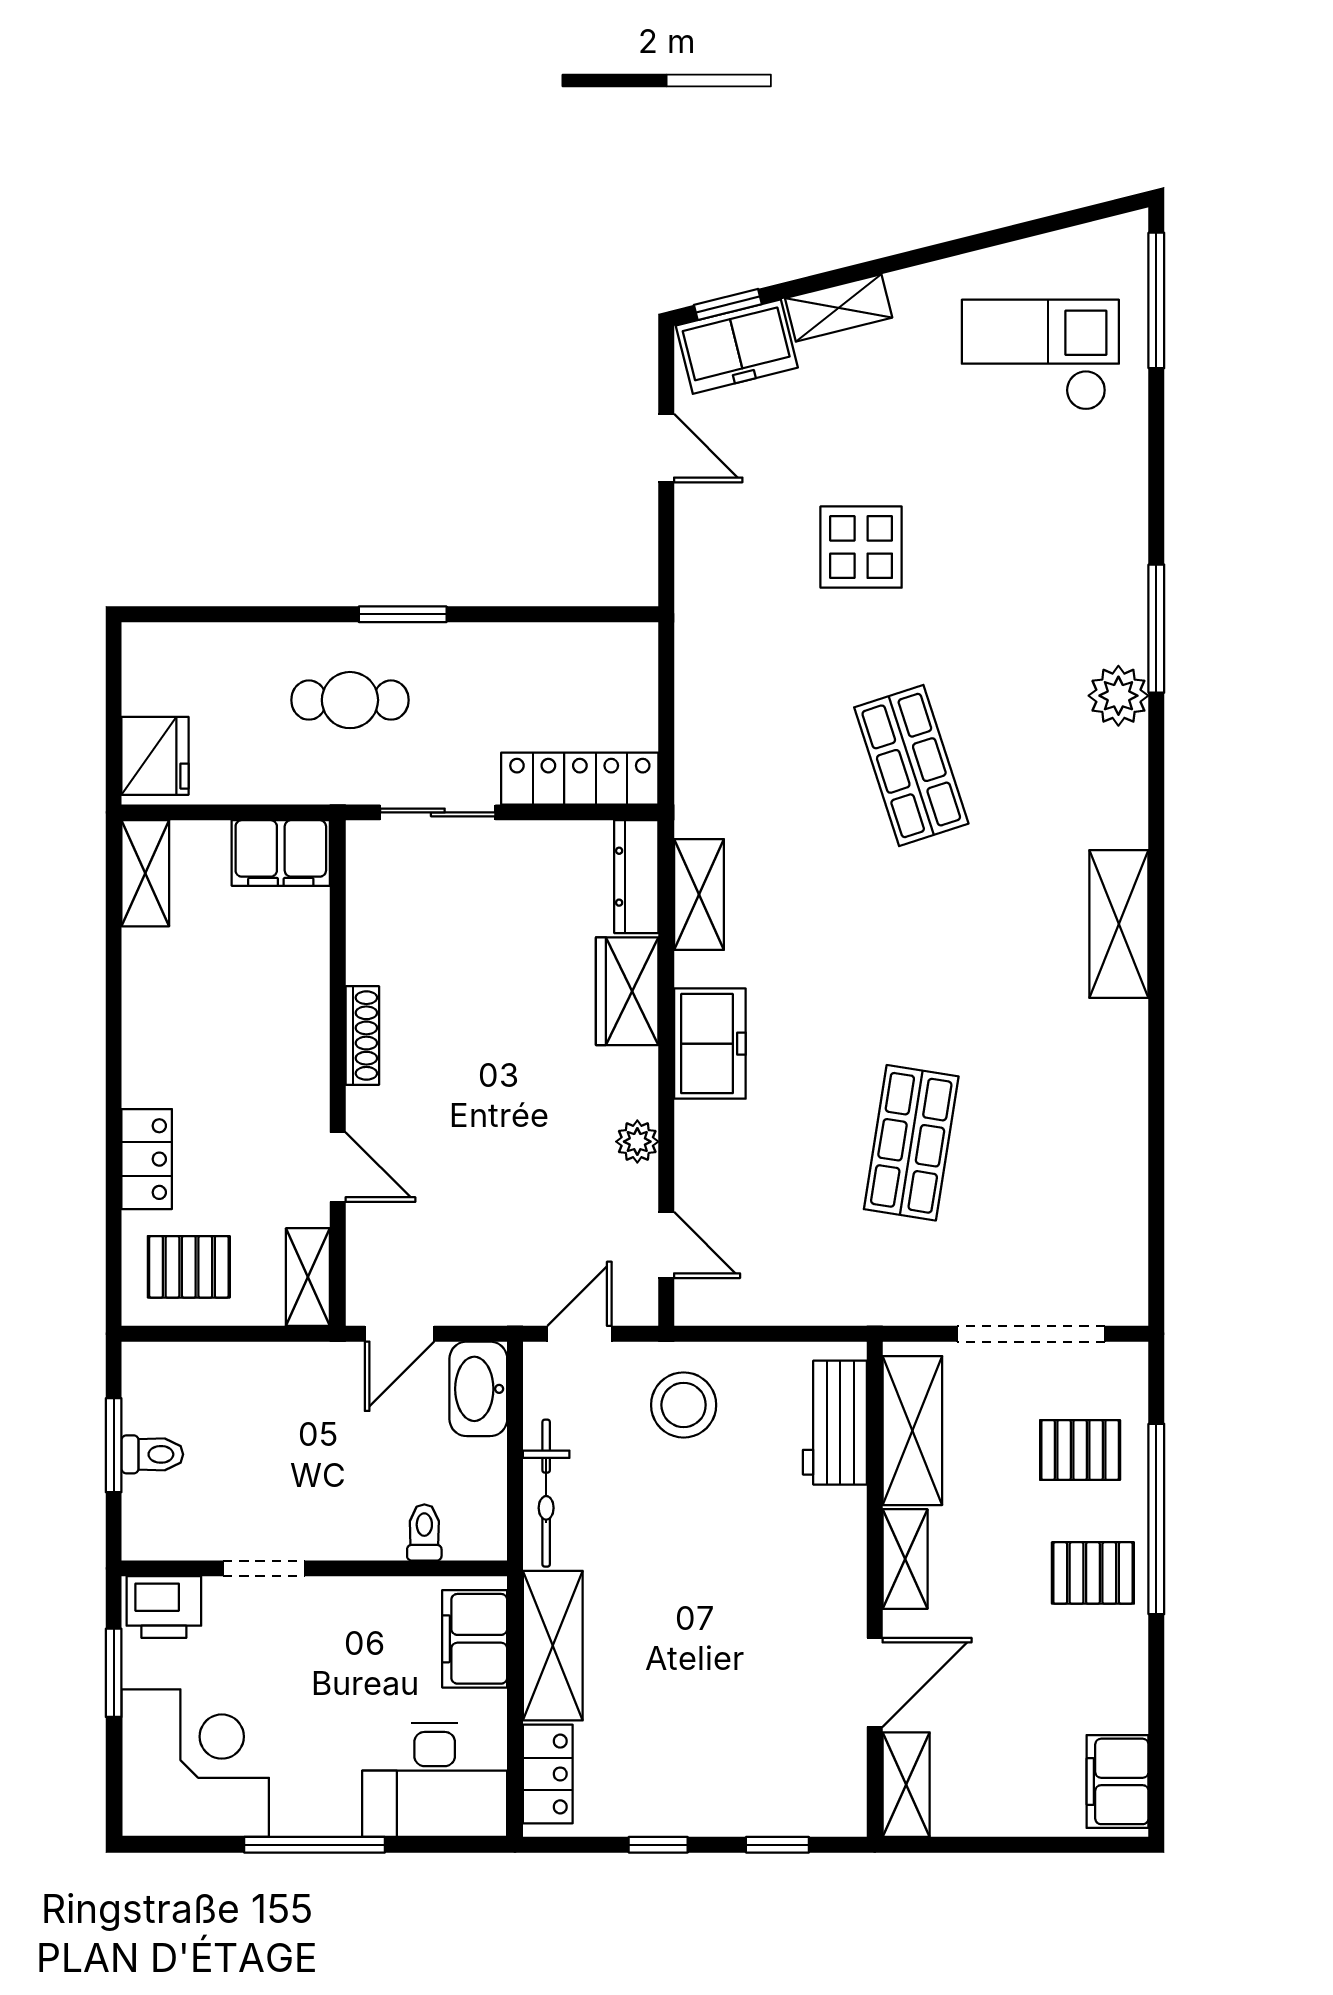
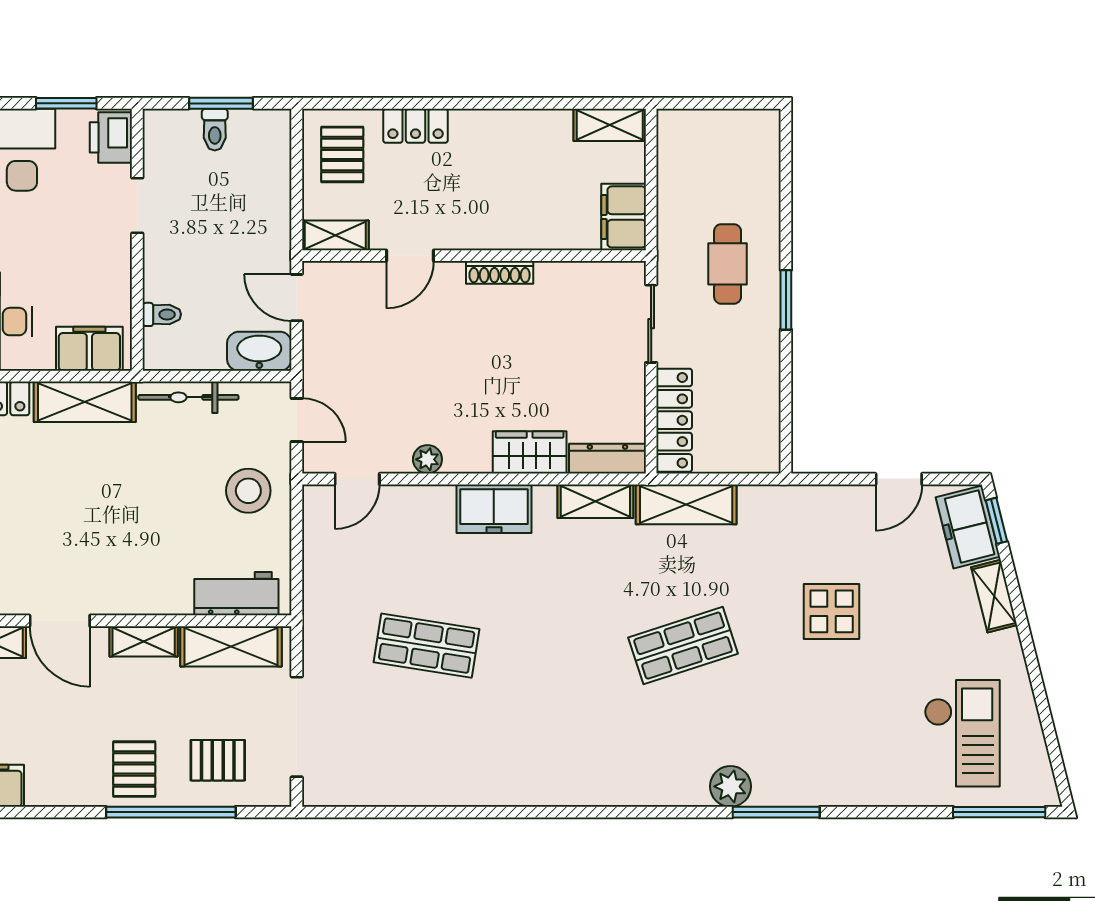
fridge: (155, 756) -> (690, 131), removed
shelving: (1119, 924) -> (686, 504), moved
pallet: (1080, 1450) -> (218, 760), turned 90

